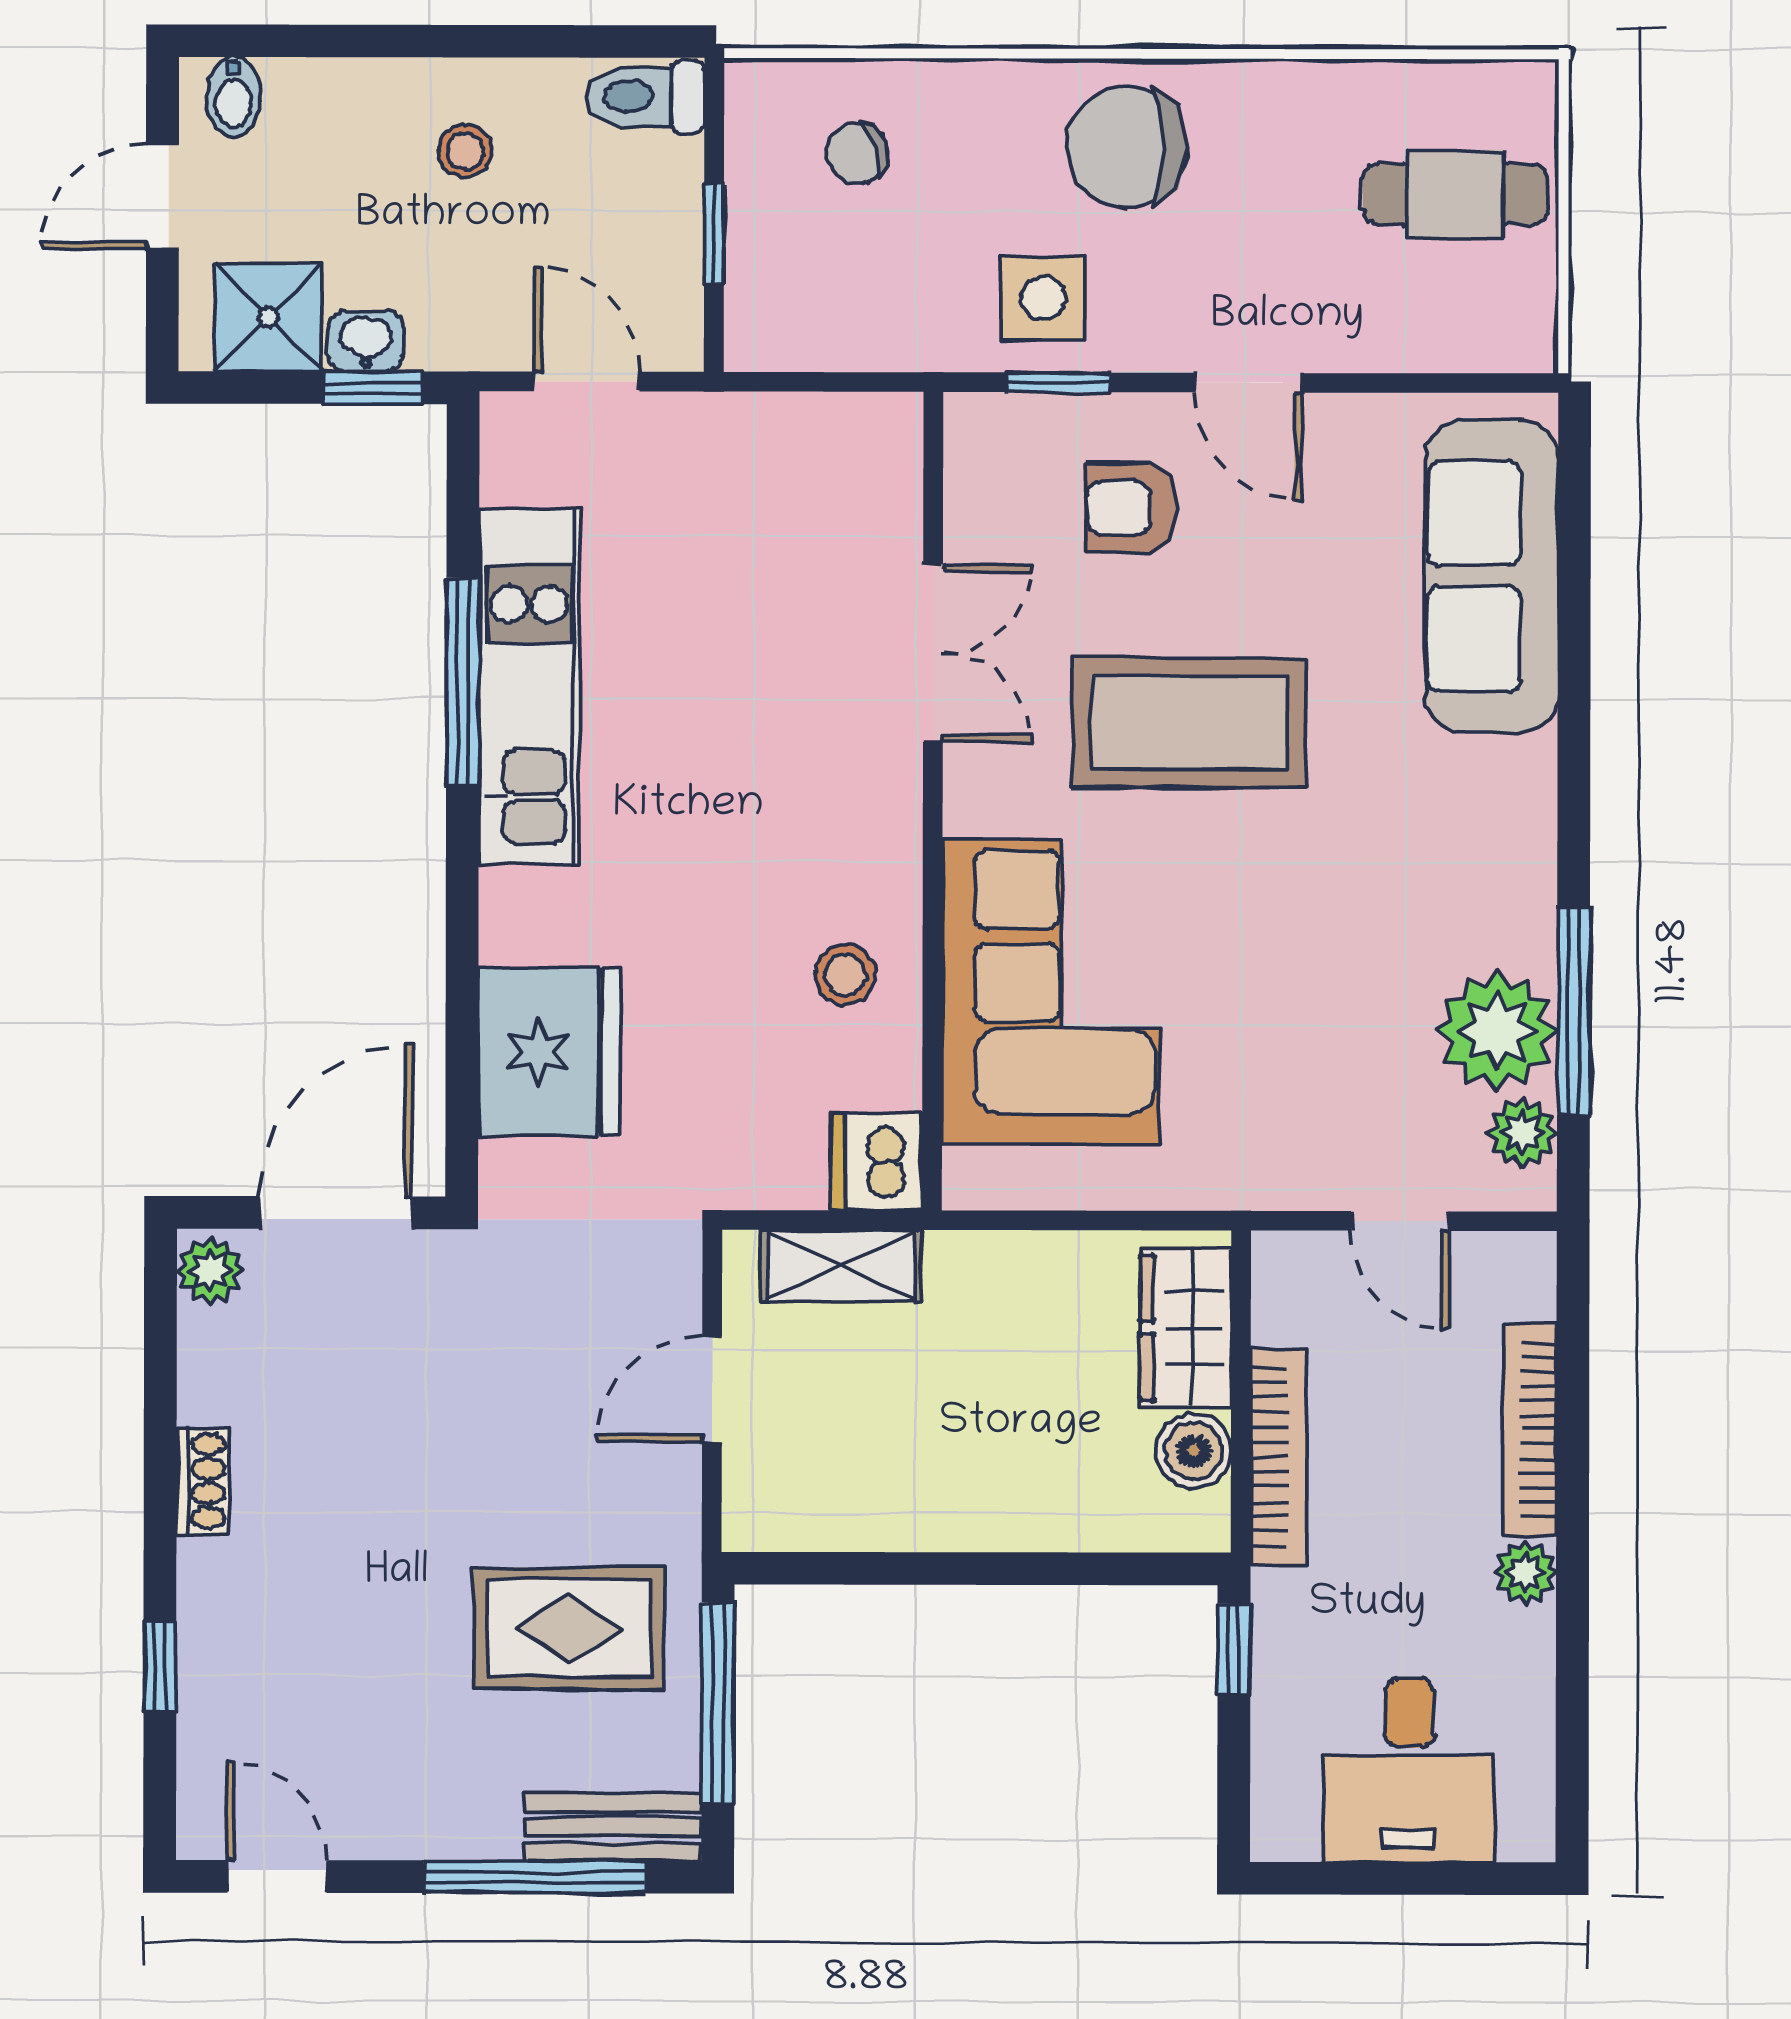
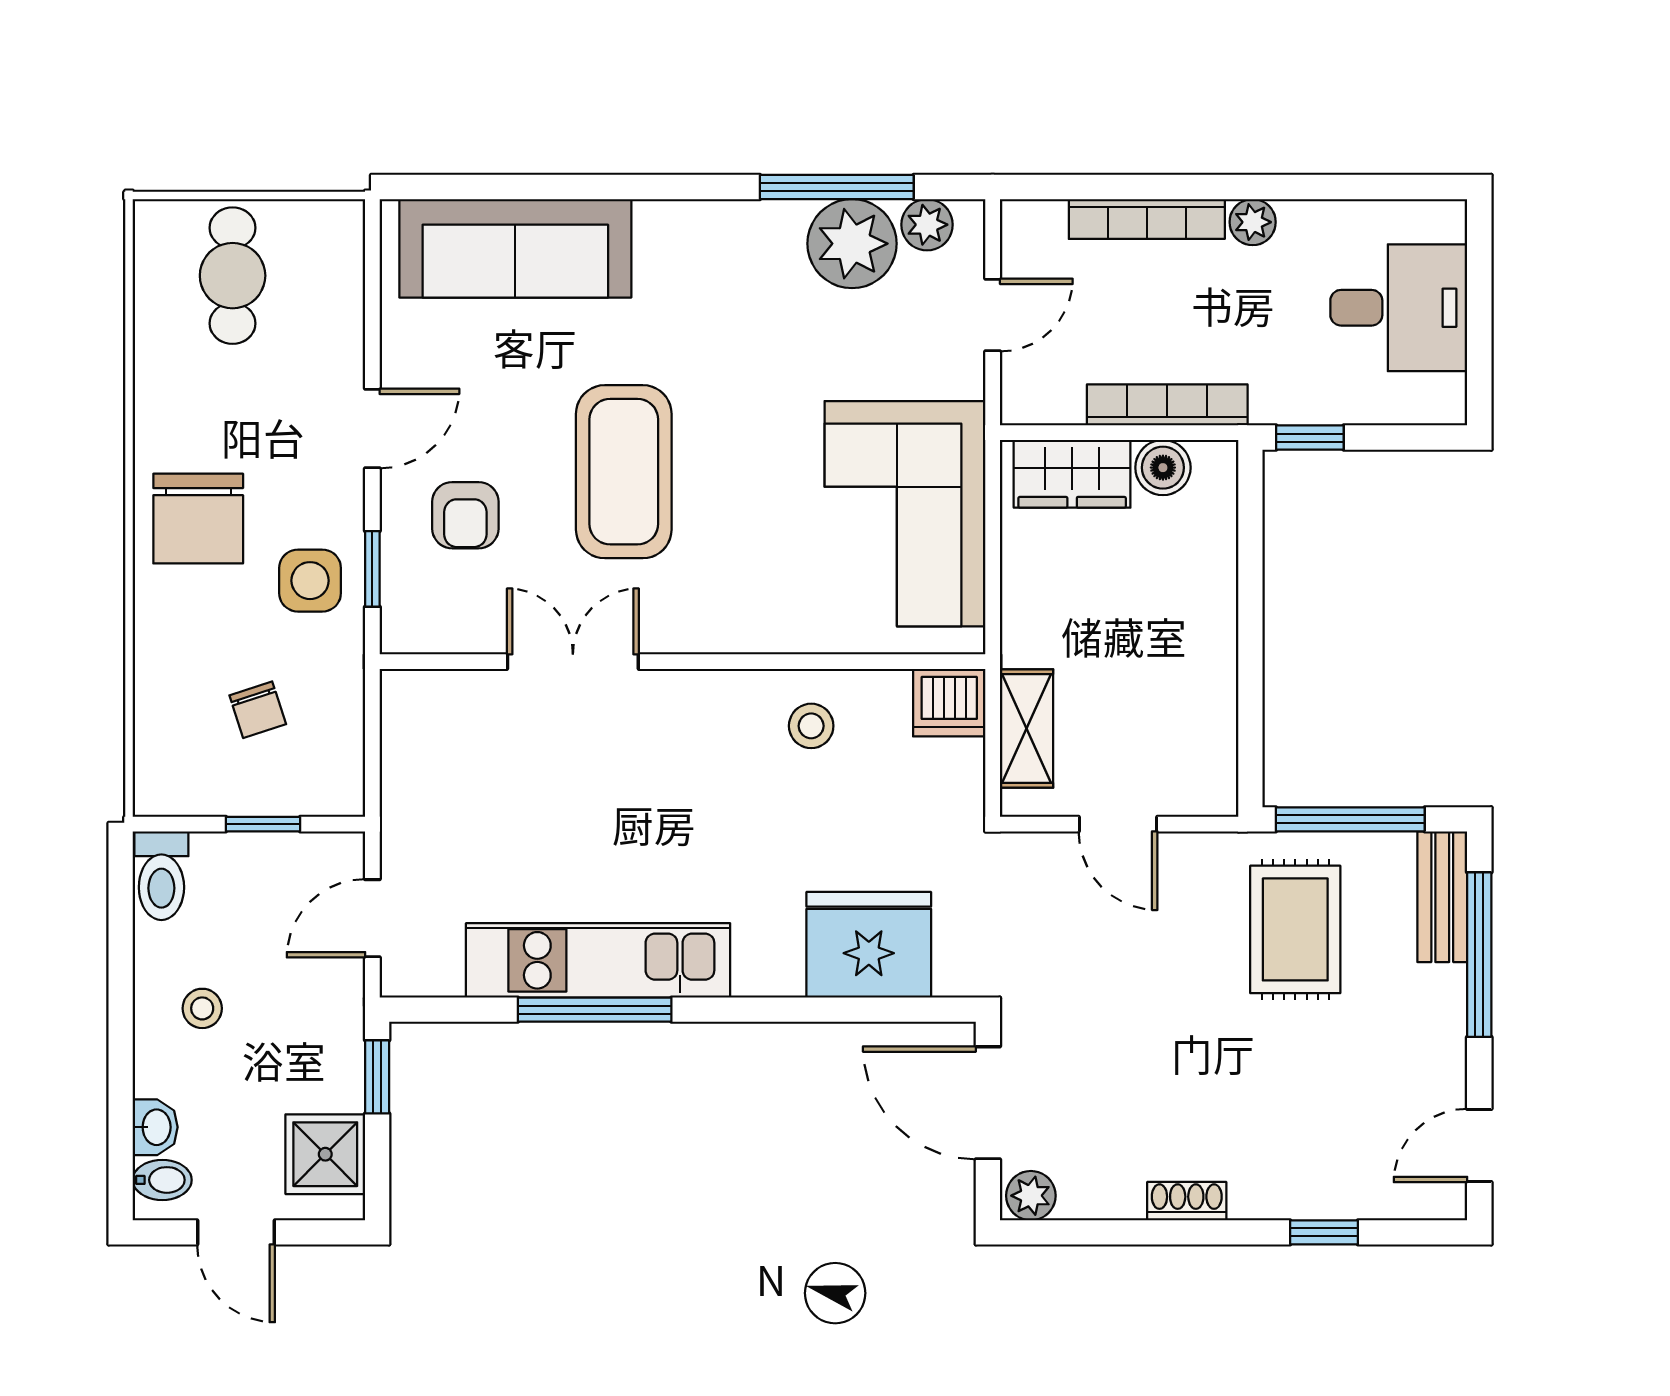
chair: (857, 153) -> (258, 710), moved
washbasin: (366, 341) -> (155, 1127), moved, turned 180
corner sofa: (1051, 992) -> (905, 514), moved, turned -90

